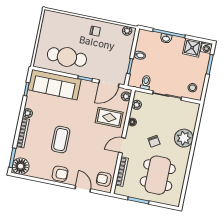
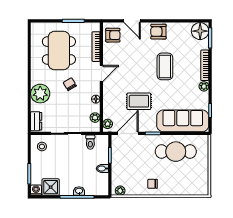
dresser: (193, 113) -> (36, 121), added
rug: (109, 117) -> (139, 101), moved

